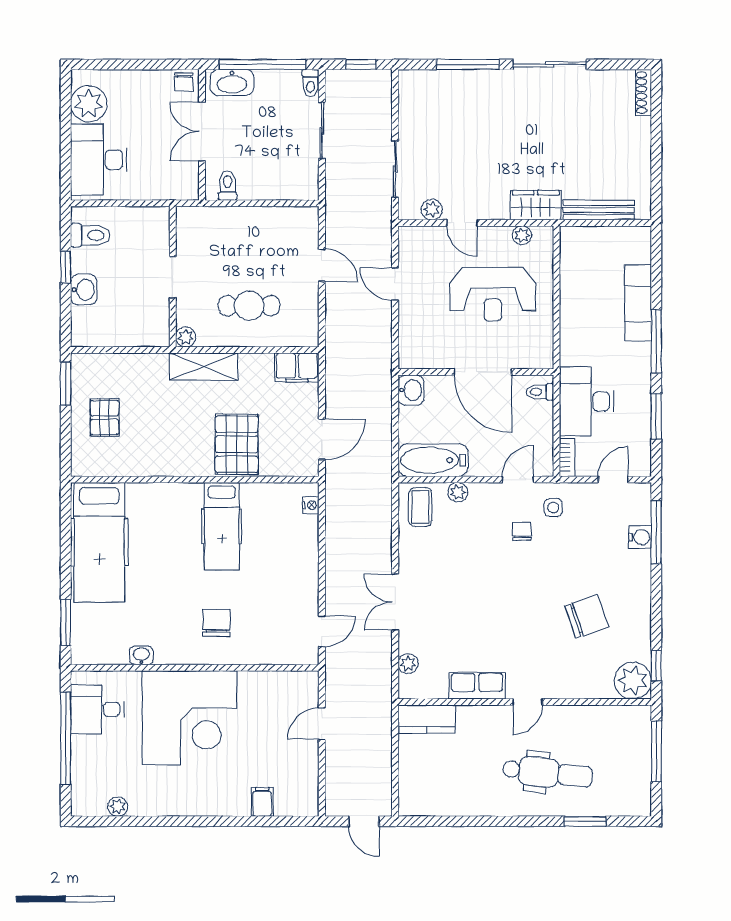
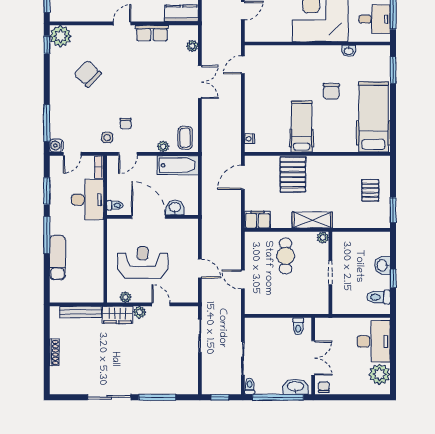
shoe rack: (643, 93) -> (54, 352), moved
plant: (432, 210) -> (140, 312), moved
cafe table: (249, 306) -> (286, 256), turned 90
washbasin: (411, 390) -> (175, 208), moved, turned 90
water cooler: (640, 537) -> (56, 146), moved
chair: (587, 616) -> (88, 74), turned 63
chair: (216, 623) -> (331, 91), moved

